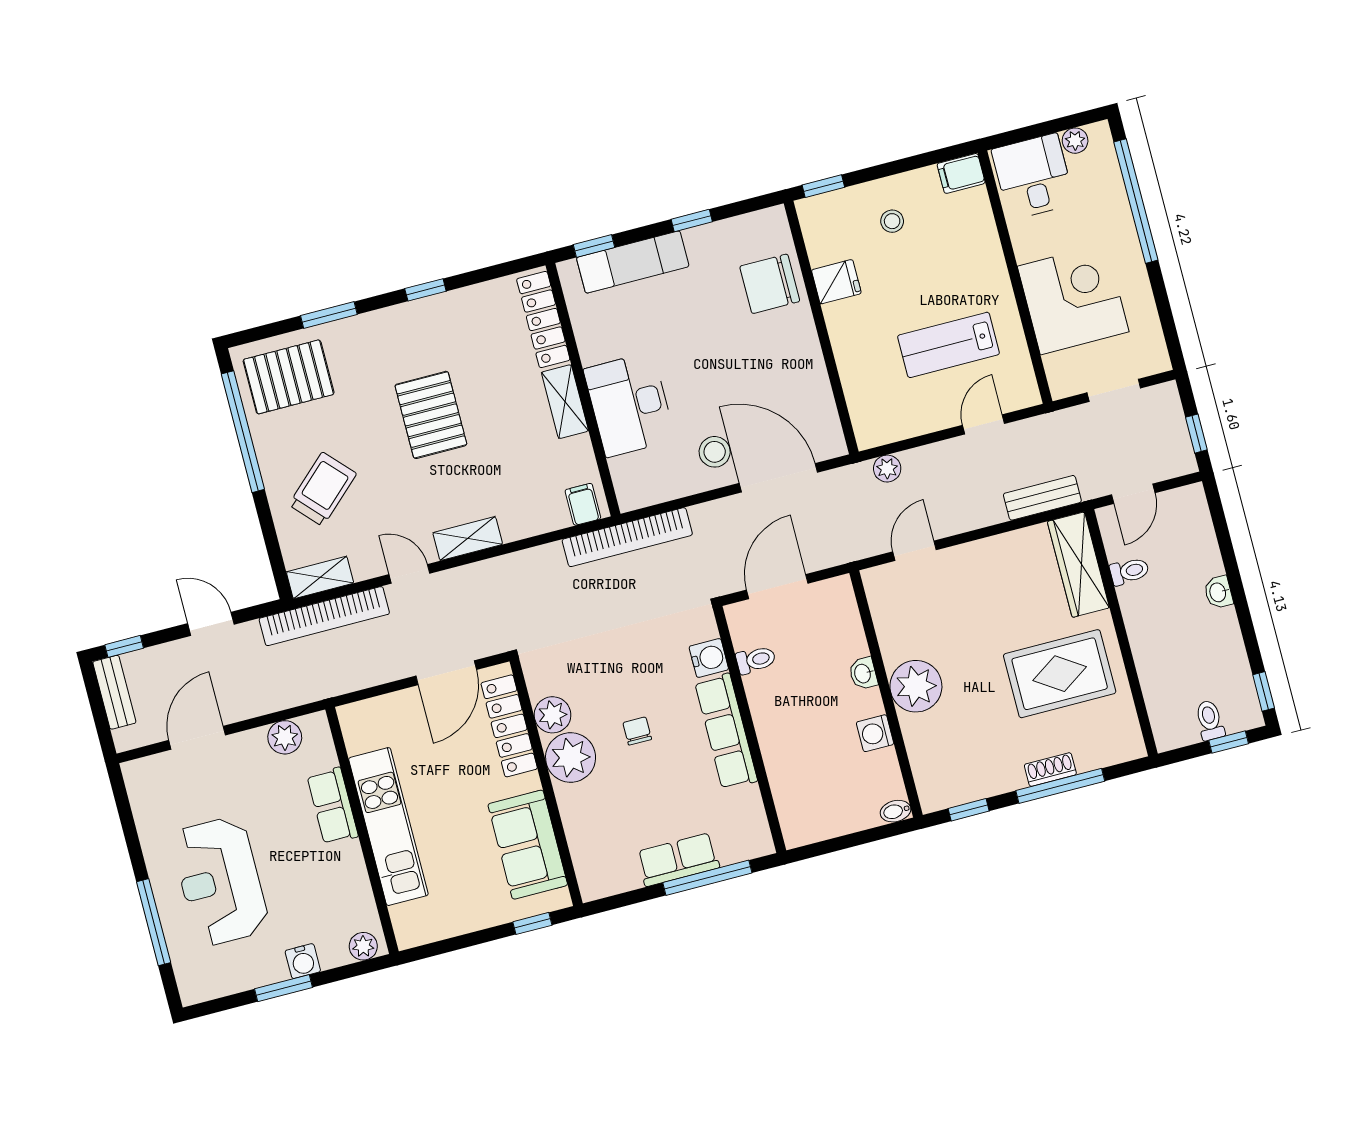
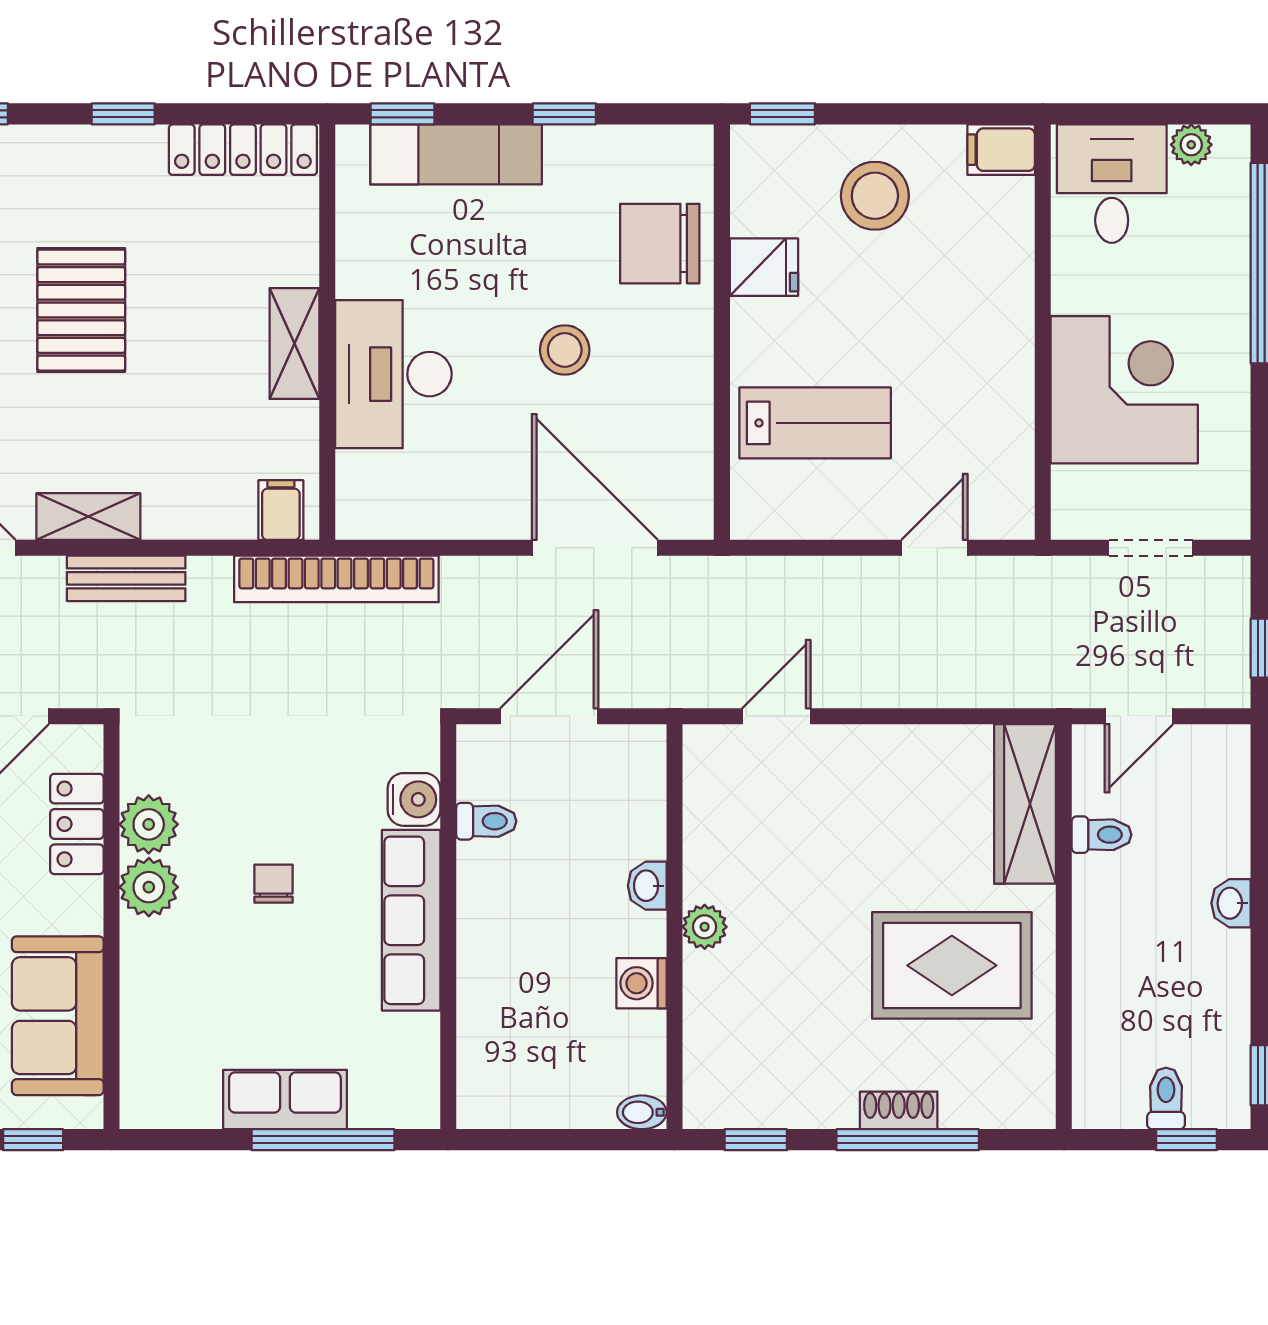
stool: (892, 221) -> (875, 196), width x1.89, depth x1.89
locker: (543, 320) -> (243, 150), moved, turned -90
lab bench: (948, 345) -> (815, 423), moved, turned 180
stool: (715, 452) -> (565, 350), moved
plant: (887, 469) -> (767, 578), removed
bench: (1042, 498) -> (126, 578), moved
plant: (916, 686) -> (705, 927), width x0.53, depth x0.53
locker: (509, 726) -> (77, 824), width x0.66
plant: (571, 757) -> (149, 887), width x0.73, depth x0.73

